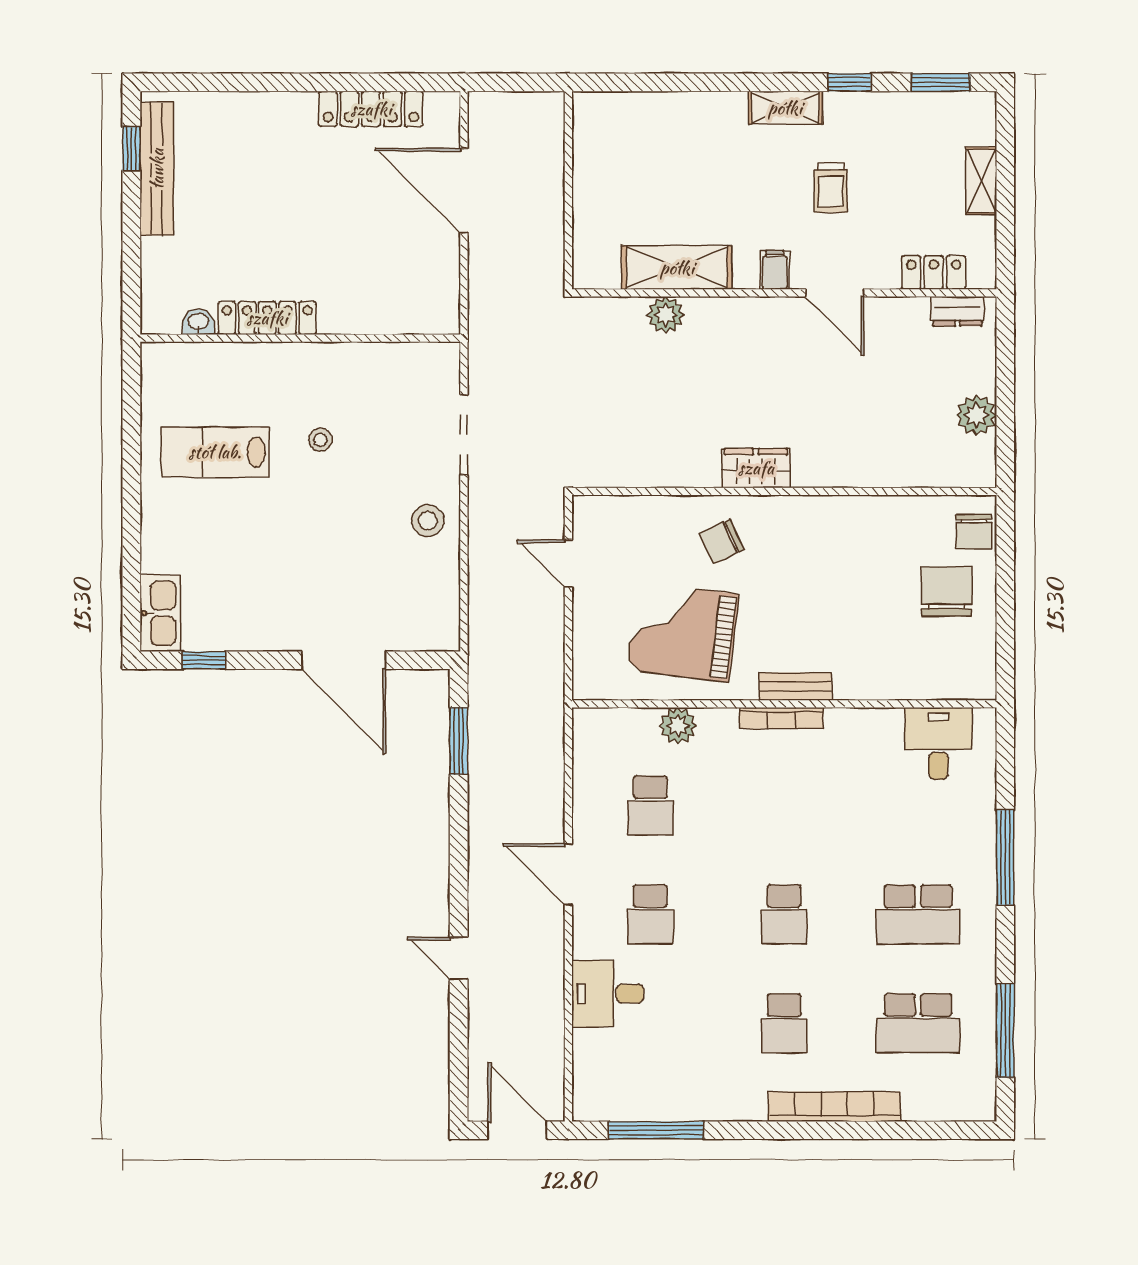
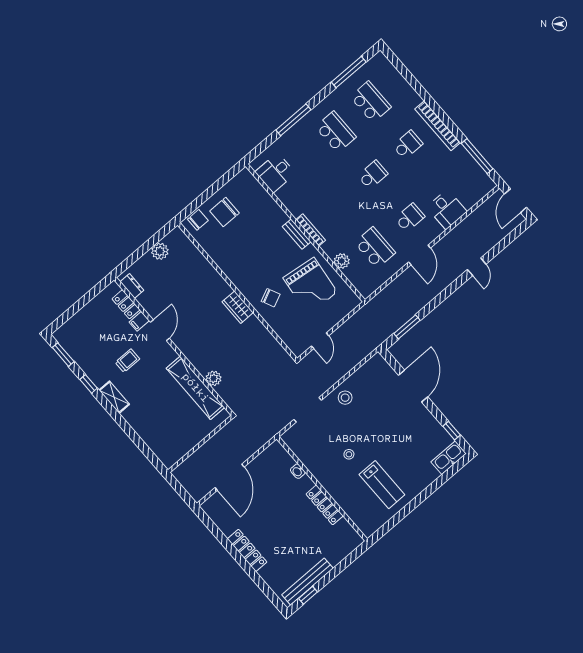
locker: (371, 109) -> (247, 550), moved
shelving: (981, 181) -> (84, 314), removed
shelving: (677, 268) -> (195, 388), width x1.47
filing cabinet: (775, 270) -> (139, 321), moved
washbasin: (198, 322) -> (298, 471), moved
school desk: (650, 806) -> (375, 248), width x1.85
bookcase: (834, 1107) -> (438, 126), moved

